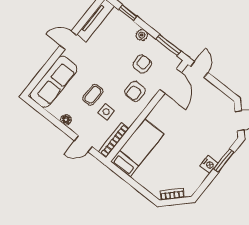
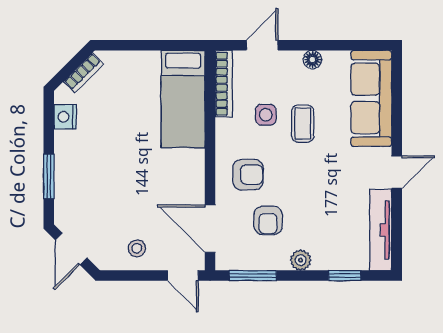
armchair: (135, 91) -> (248, 175), turned 90
stool: (210, 98) -> (137, 248), added
nightstand: (209, 164) -> (65, 117), moved

